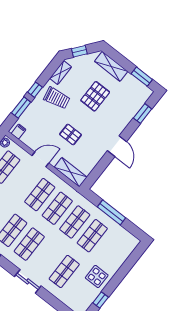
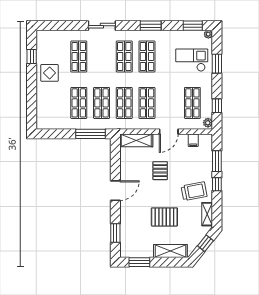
pallet: (95, 96) -> (164, 217), turned 90
trolley: (57, 98) -> (194, 191), turned 180
filing cabinet: (19, 132) -> (193, 140), moved
pallet: (70, 134) -> (160, 171), turned 90
door: (117, 146) -> (115, 191), swing flipped
window: (111, 212) -> (91, 134), moved

